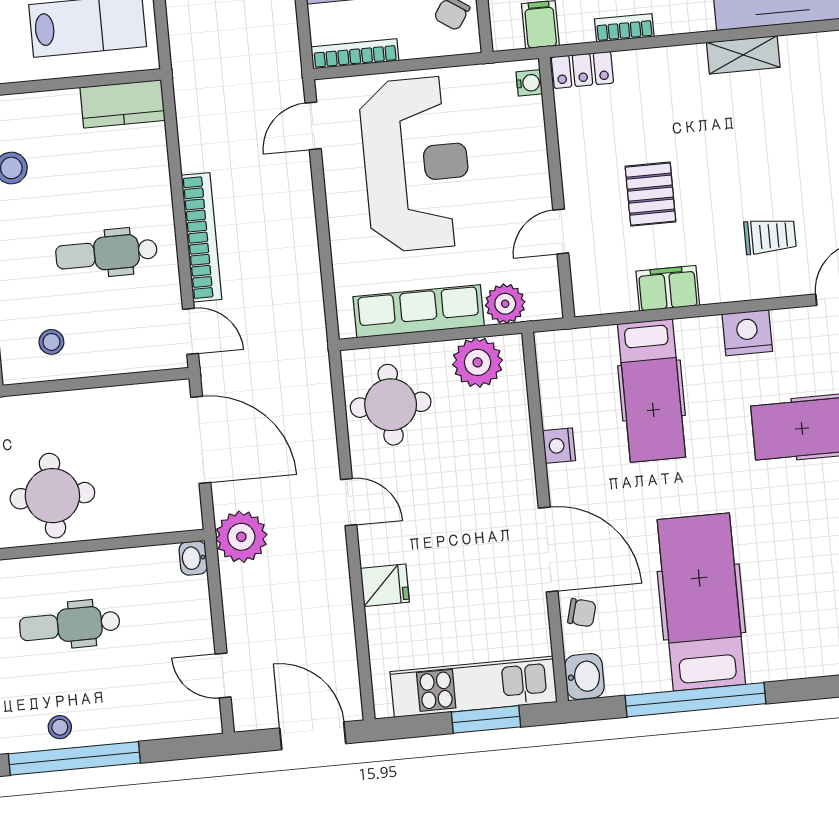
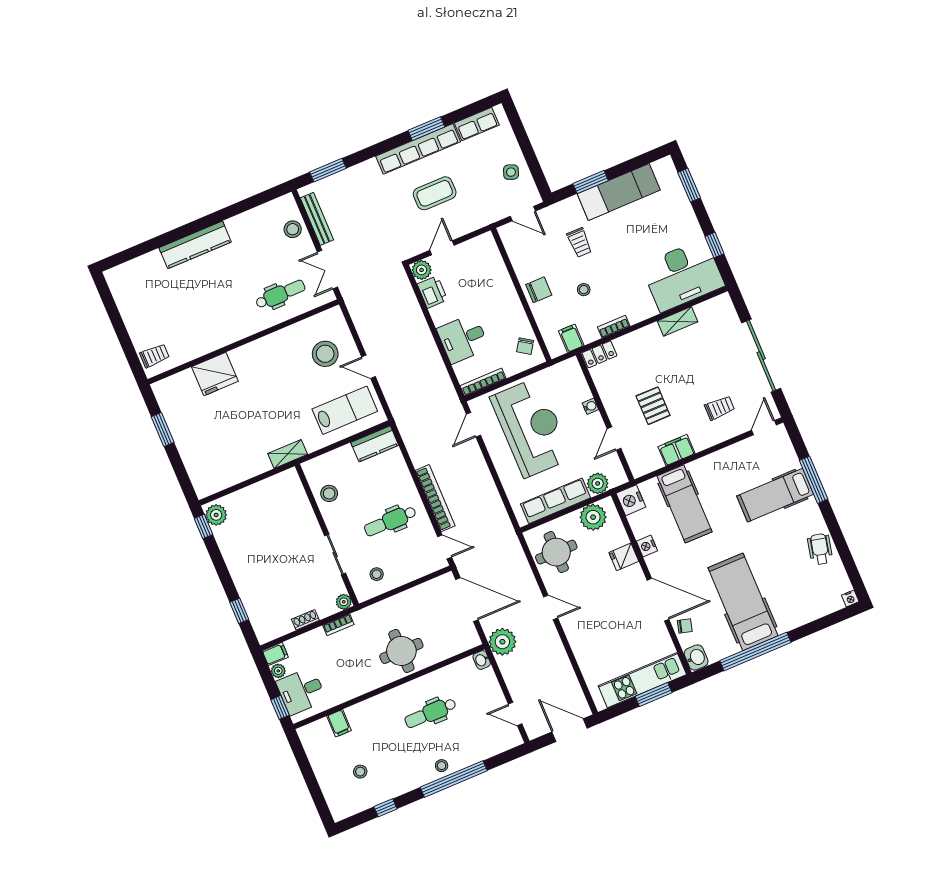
water cooler: (529, 83) -> (591, 406), moved
nightstand: (747, 333) -> (631, 500), moved, turned -90
fridge: (385, 585) -> (624, 557), moved, turned 180

